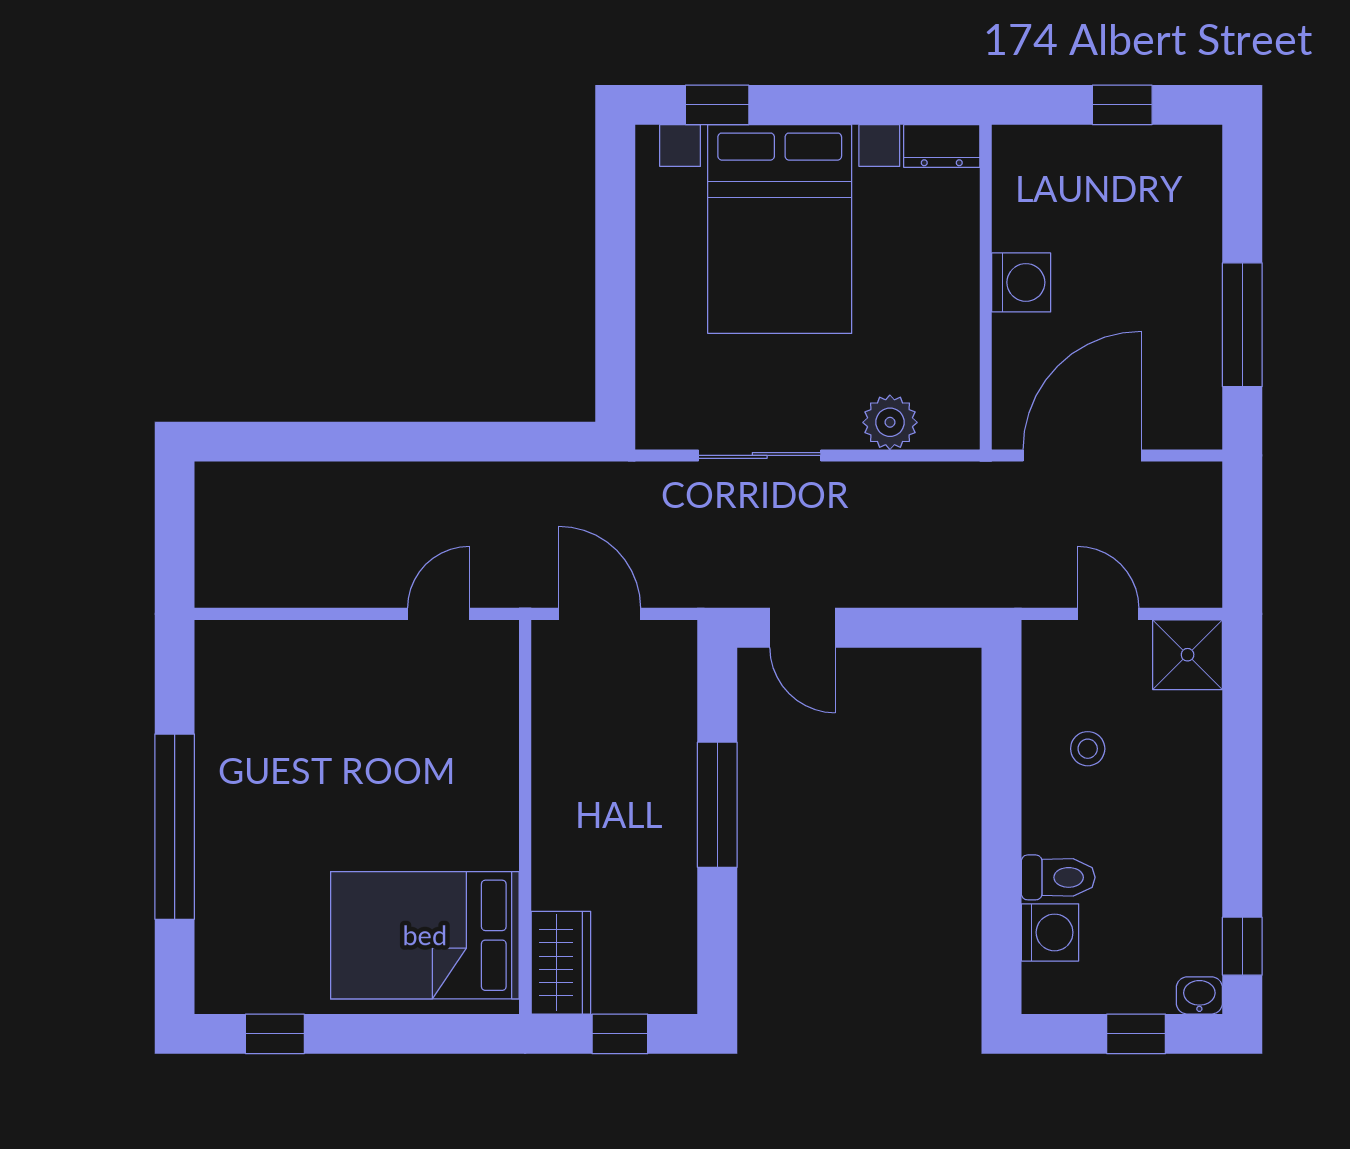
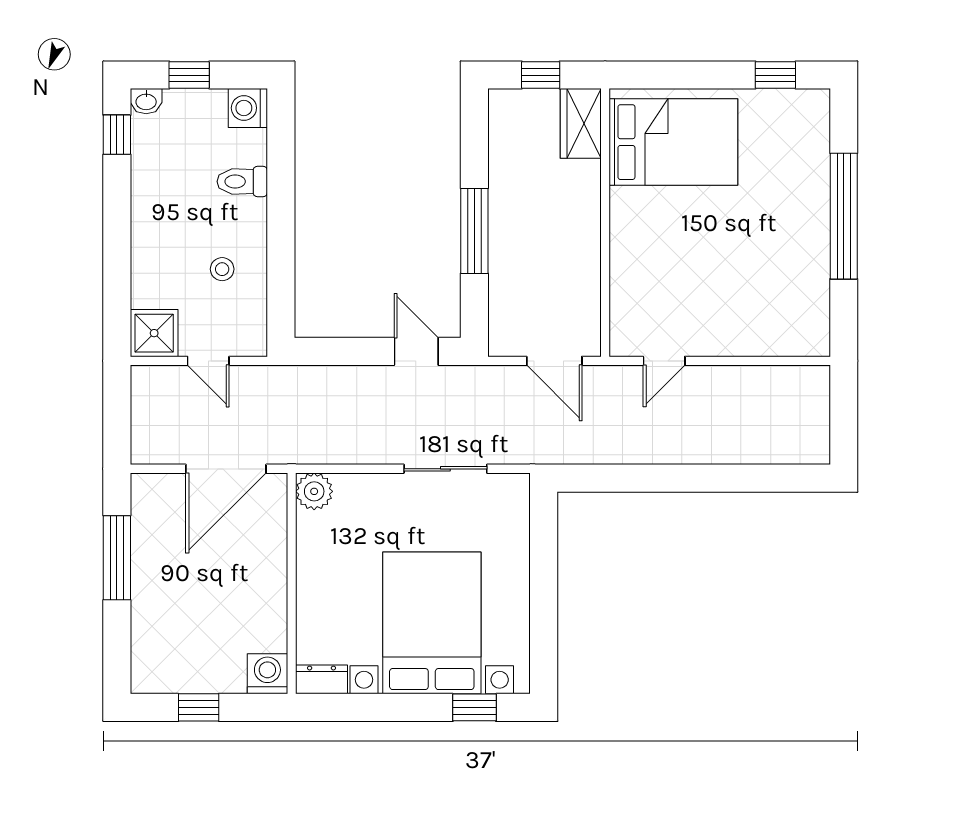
washing machine: (1021, 282) -> (267, 674), moved, turned 90
plant: (890, 422) -> (314, 491), moved
washing machine: (1050, 932) -> (248, 108), moved

